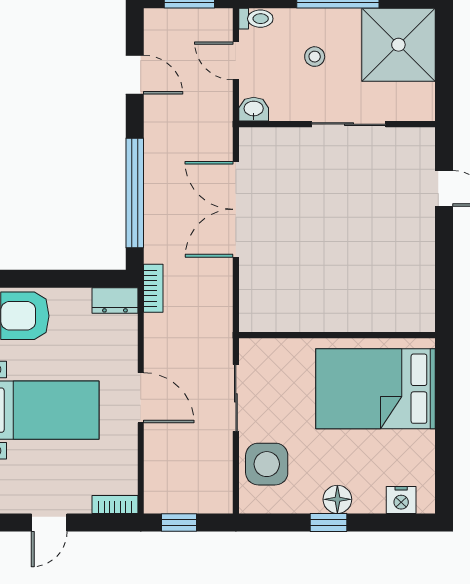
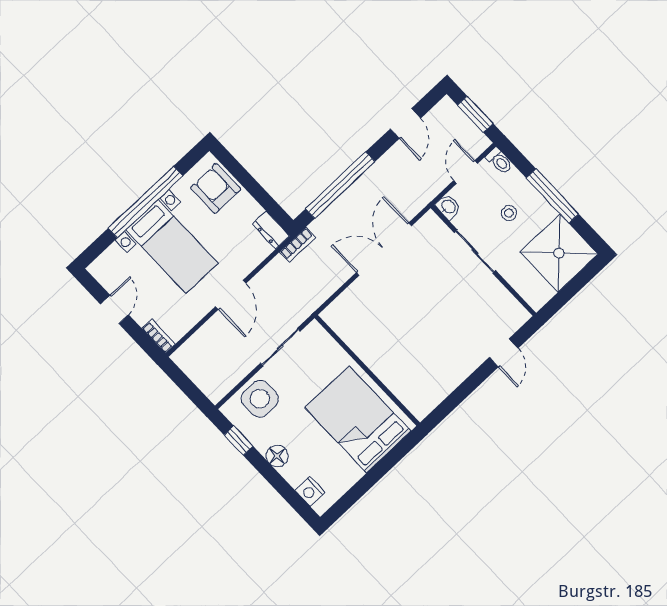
sliding door: (349, 124) -> (475, 252), moved
door: (49, 522) -> (114, 309), swing flipped
window: (179, 522) -> (182, 381), removed
window: (329, 522) -> (239, 441), moved

